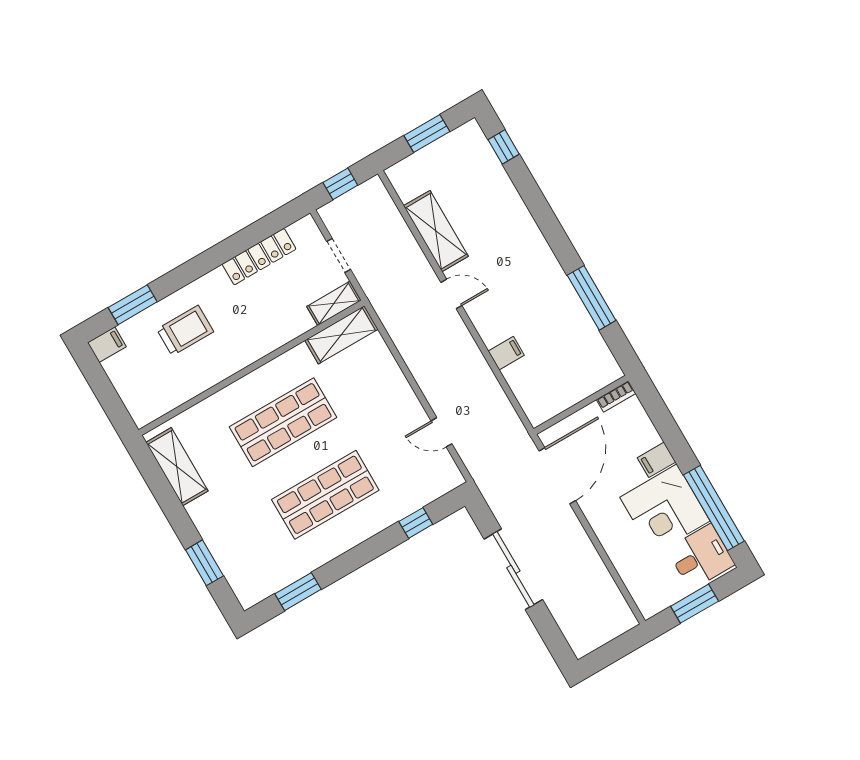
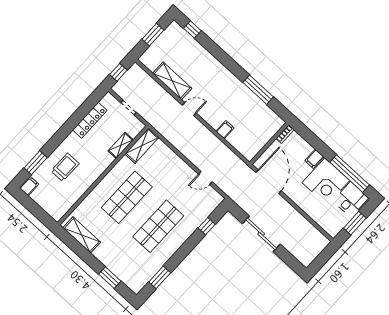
shelving: (334, 303) -> (121, 145), moved

